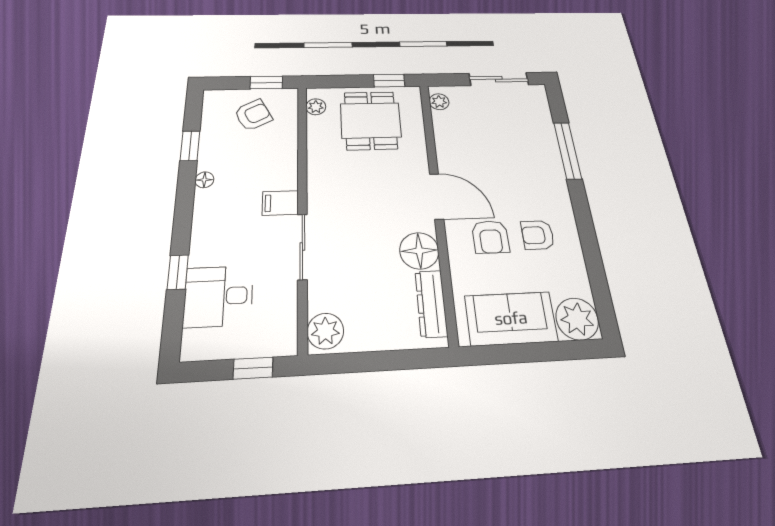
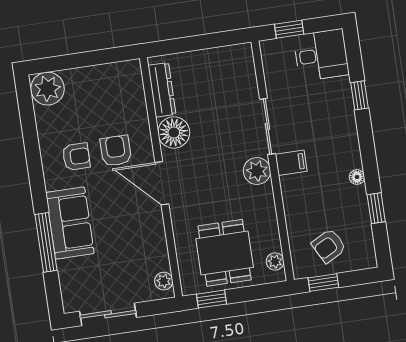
desk: (219, 296) -> (321, 55), moved
sofa: (511, 318) -> (70, 223), moved, turned -90
plant: (325, 331) -> (257, 171), moved

